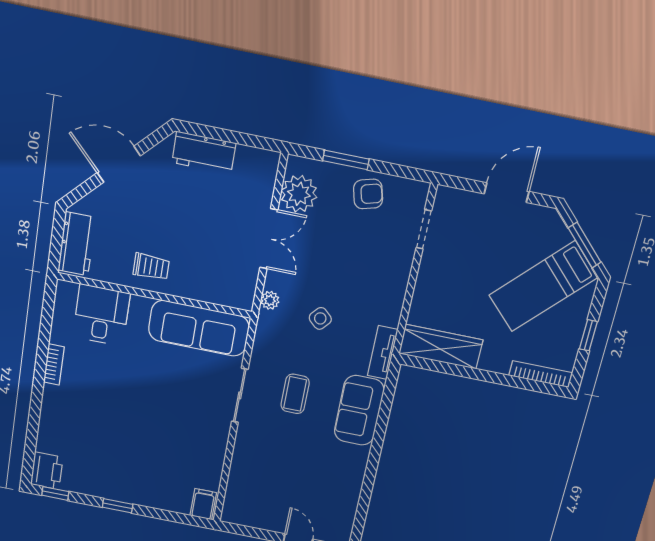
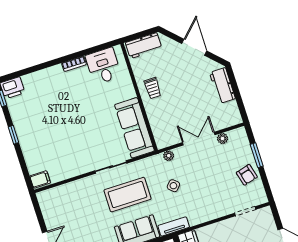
plant: (299, 194) -> (222, 138), width x0.53, depth x0.53
double door: (269, 239) -> (199, 139), swing flipped
desk: (101, 315) -> (103, 66), moved, turned -90
coffee table: (295, 394) -> (127, 195), width x1.86, depth x1.72

